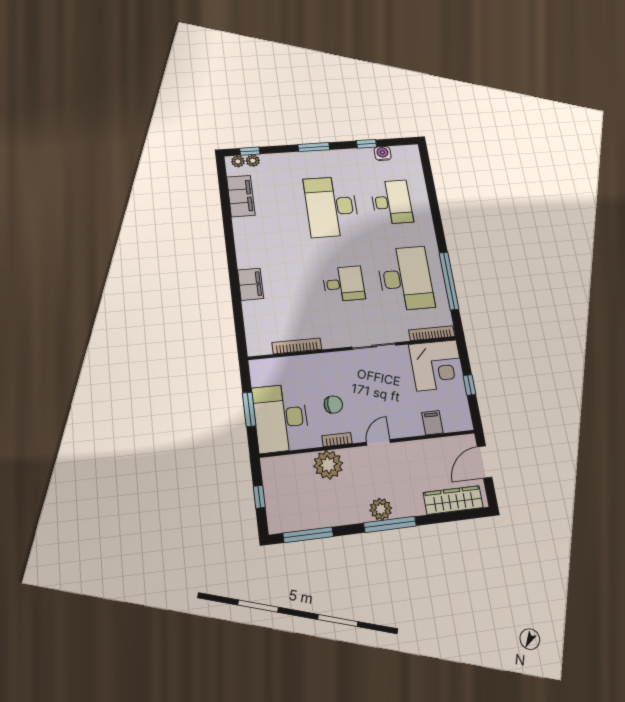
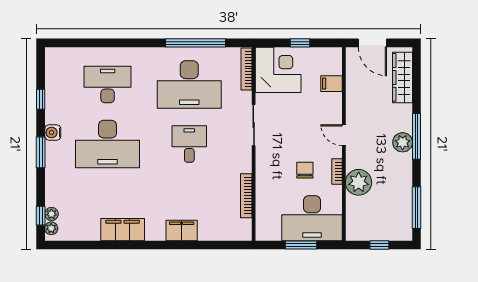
water cooler: (383, 153) -> (53, 132), moved
filing cabinet: (241, 196) -> (123, 230), moved
desk: (405, 278) -> (189, 85), turned 180

